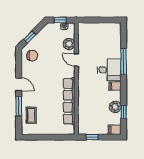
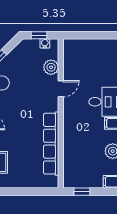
door: (76, 60) -> (61, 89), swing flipped

